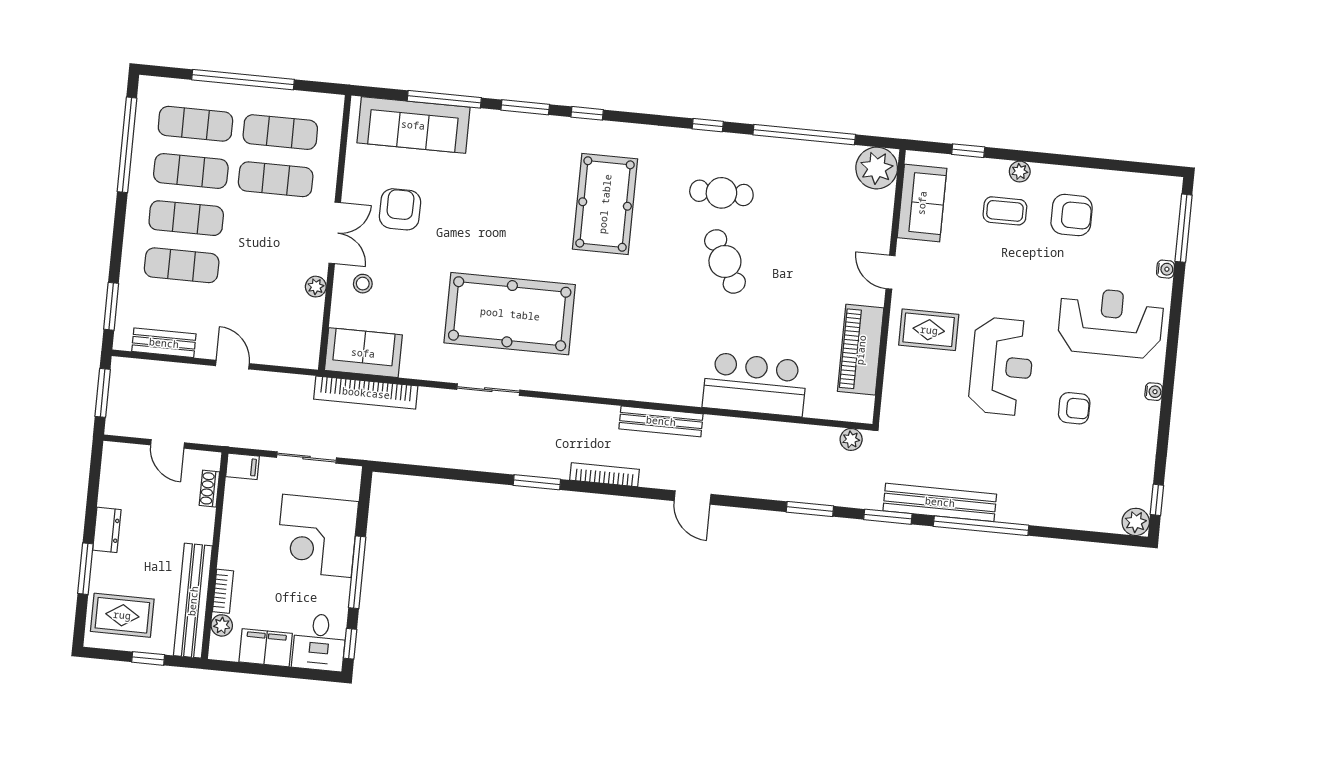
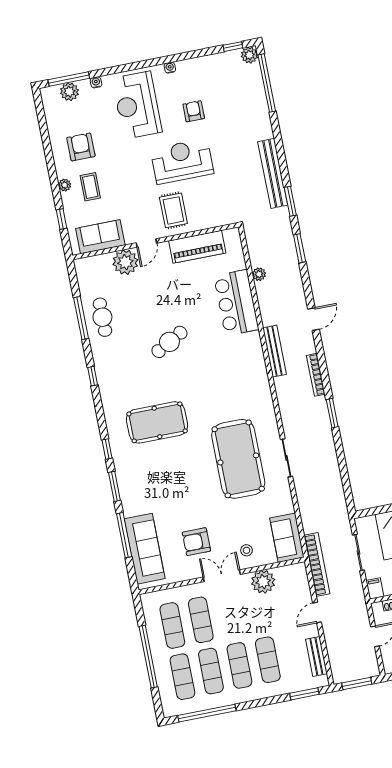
window: (804, 135) -> (81, 318), width x0.68
plant: (877, 168) -> (125, 262), moved
cafe table: (721, 193) -> (102, 317), moved
plant: (1163, 223) -> (69, 92), added
plant: (316, 287) -> (263, 582), width x1.87, depth x1.87
bookcase: (366, 393) -> (317, 565), moved
plant: (851, 439) -> (259, 274), moved
window: (981, 526) -> (267, 83), moved

